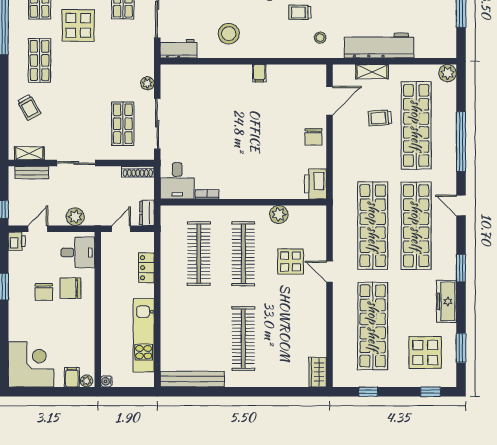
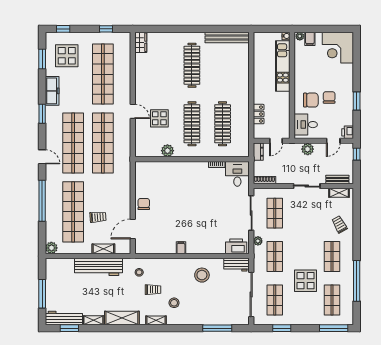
shop shelf: (123, 60) -> (275, 257), added
printer: (315, 184) -> (236, 246), moved, turned -90
kitchen unit: (144, 335) -> (283, 66), moved, turned 180

